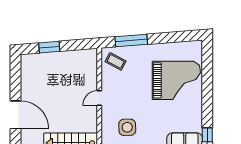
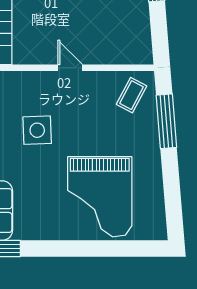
side table: (127, 127) -> (37, 130), moved

